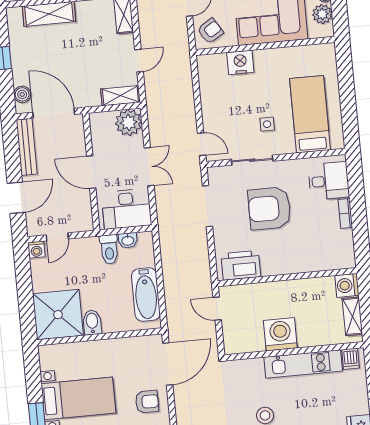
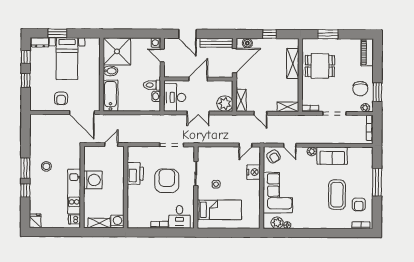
door: (202, 144) -> (245, 145), moved
printer: (241, 265) -> (135, 173), moved
bathtub: (146, 295) -> (110, 96), moved, turned 90

